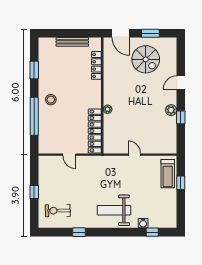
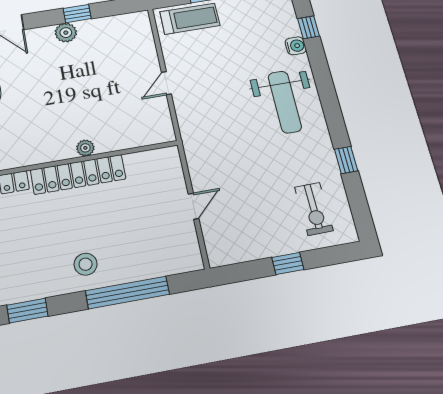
locker: (95, 131) -> (78, 174), moved

